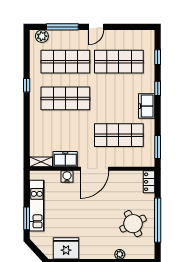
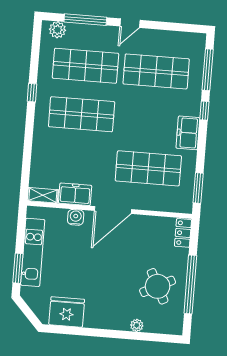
window: (158, 57) -> (208, 70), width x2.17

